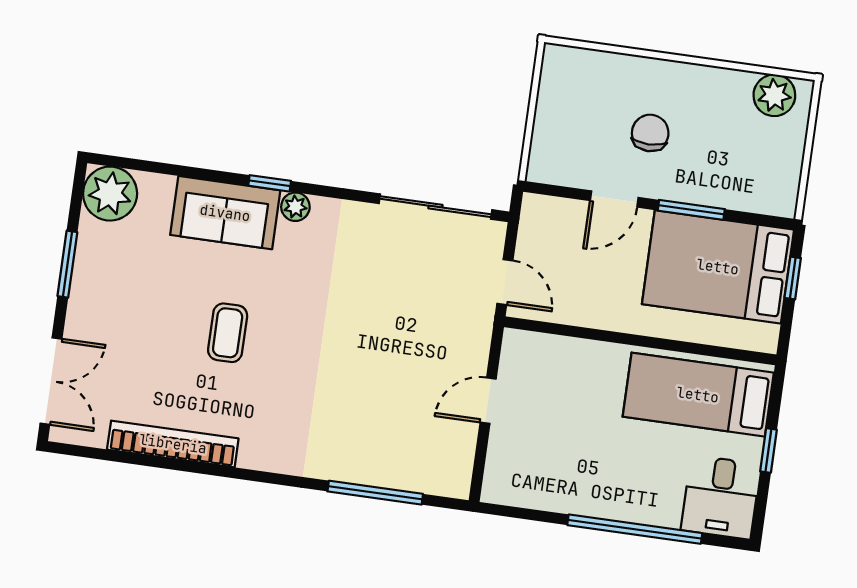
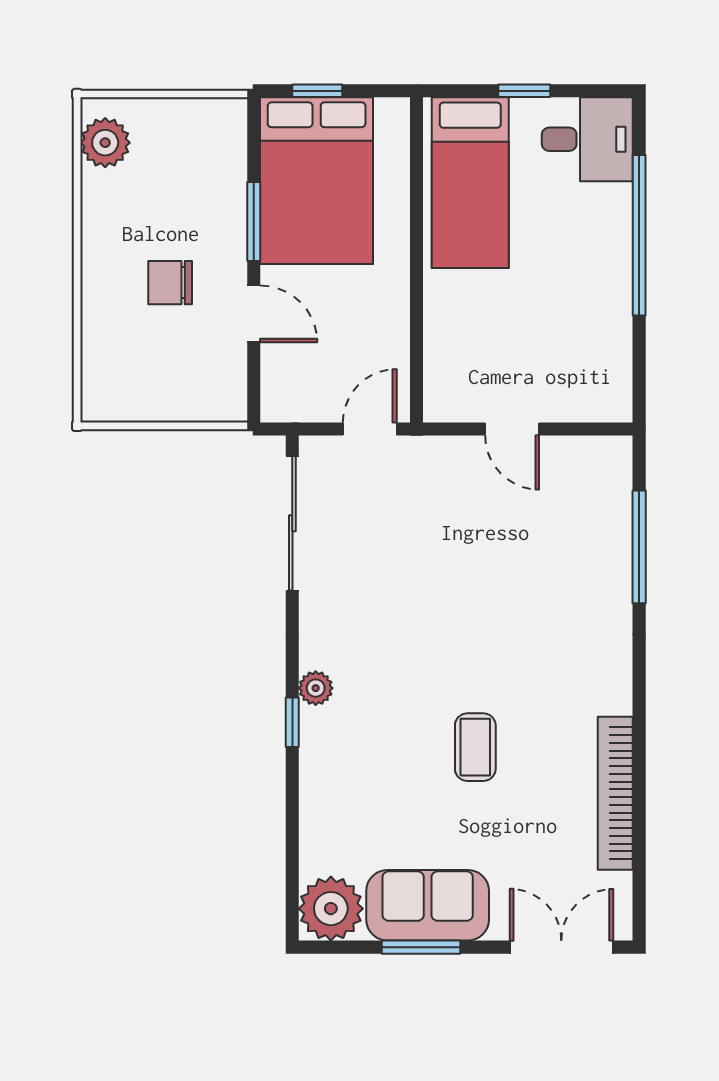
sofa: (225, 213) -> (428, 905), moved, turned -90
coffee table: (228, 333) -> (475, 747), turned 90

